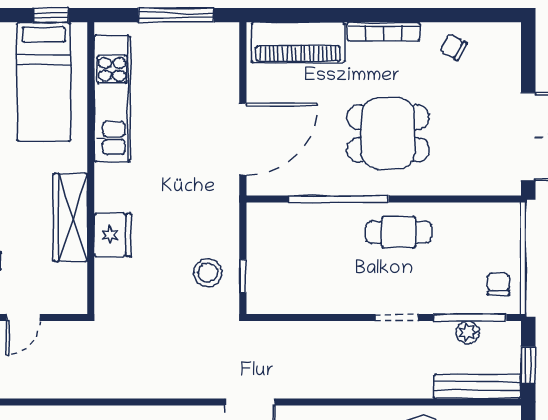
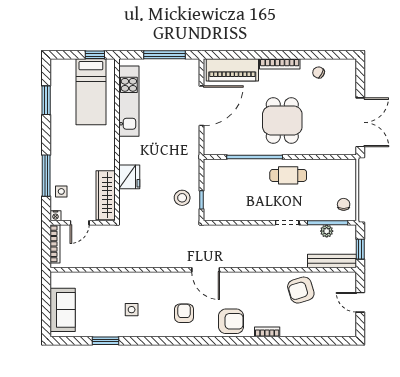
dining table: (388, 133) -> (282, 120), turned 90
door: (243, 139) -> (202, 106), moved
wardrobe: (70, 217) -> (106, 195), moved

